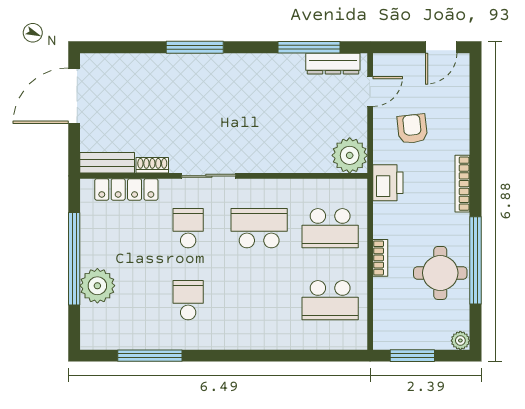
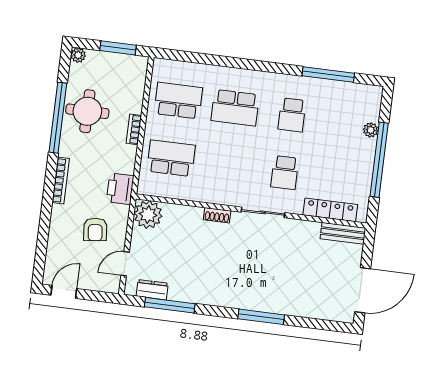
dresser: (333, 64) -> (152, 290), width x0.70
shoe rack: (152, 165) -> (217, 215), moved
school desk: (259, 228) -> (235, 108), moved
plant: (97, 286) -> (371, 130), width x0.53, depth x0.53

